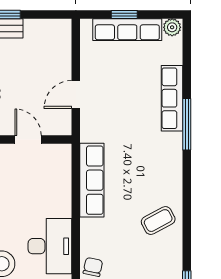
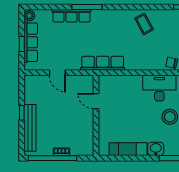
door: (76, 94) -> (57, 73), moved
door: (28, 140) -> (96, 101), hinge flipped
row of seats: (92, 180) -> (103, 63), moved

